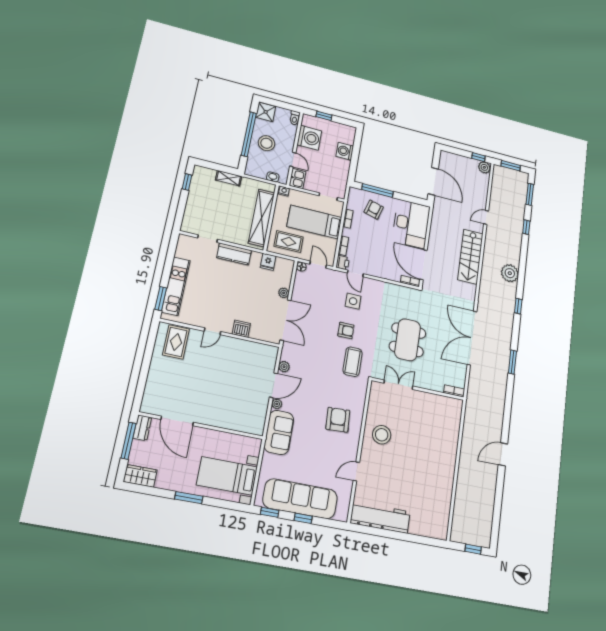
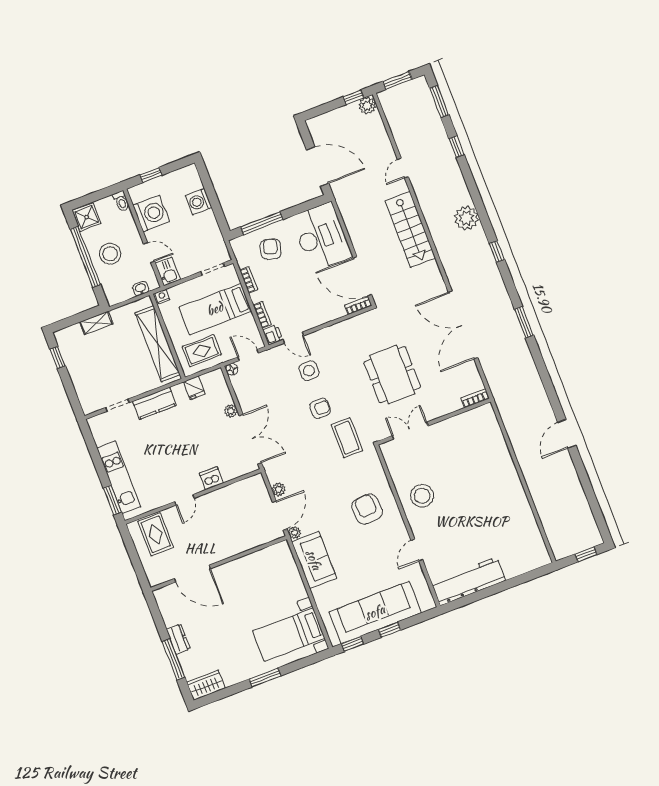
door: (177, 421) -> (192, 574), moved
wall: (201, 426) -> (219, 563), moved

